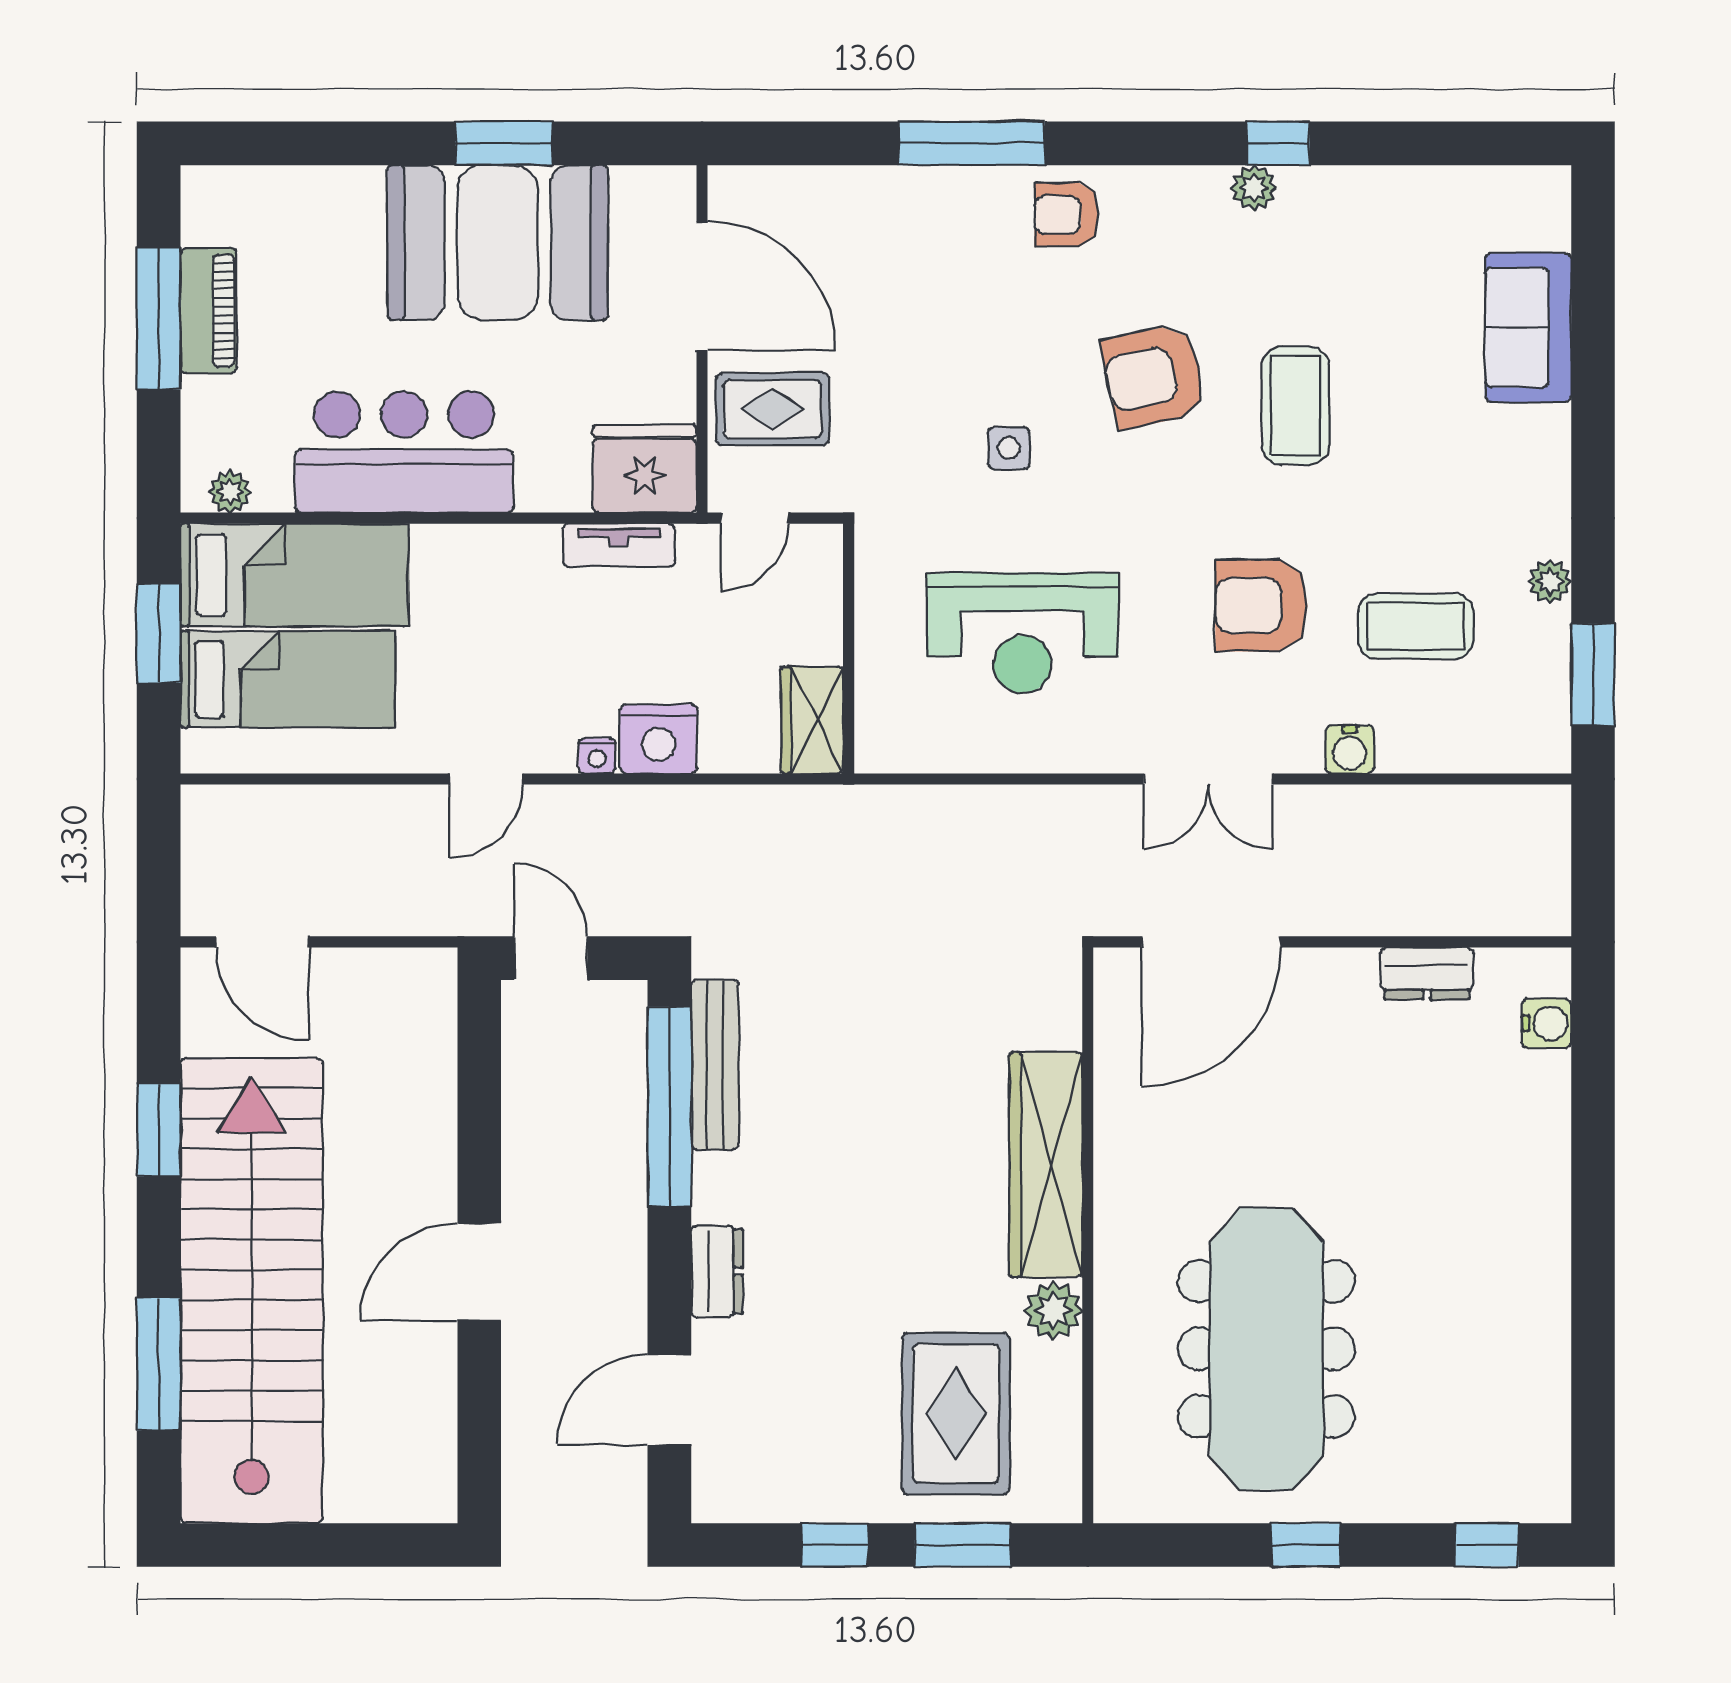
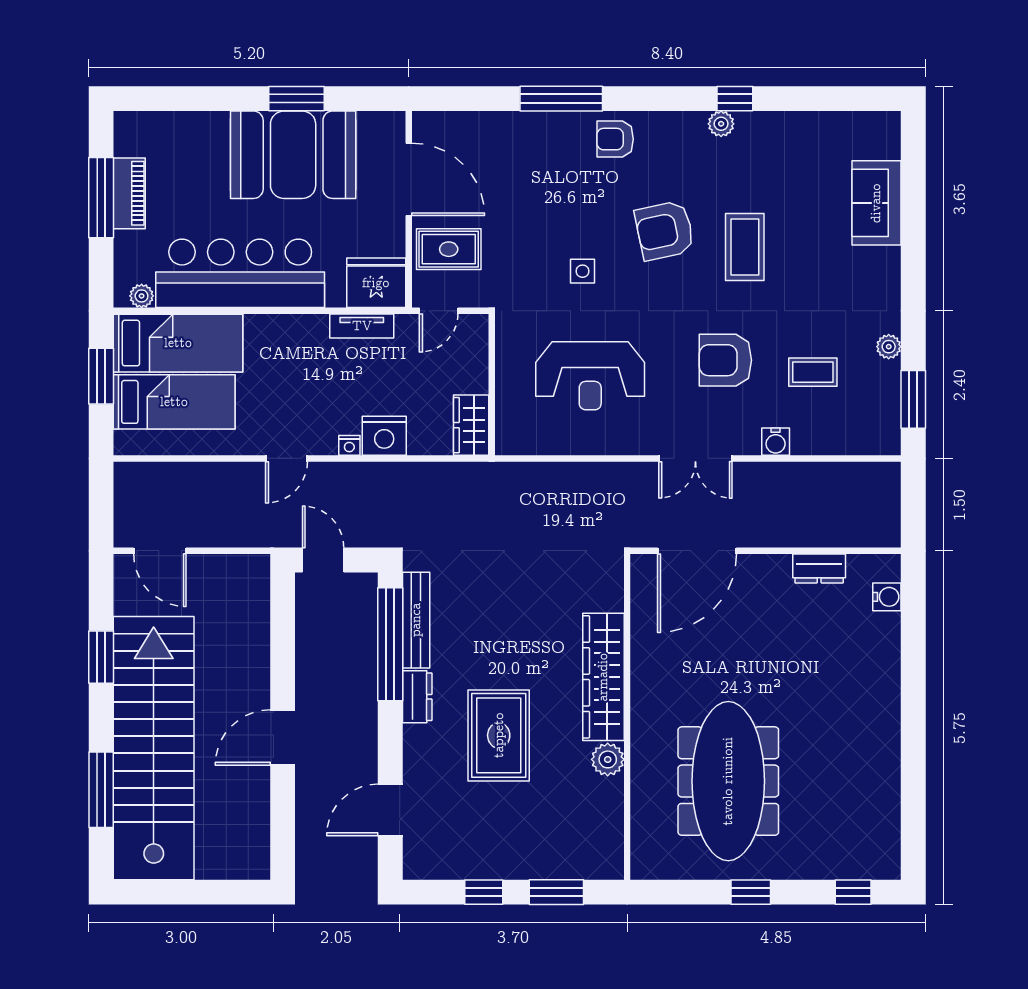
bar counter: (404, 452) -> (240, 273), width x1.36
coffee table: (1416, 626) -> (813, 372), width x0.73, depth x0.77
dresser: (717, 1271) -> (417, 697), moved
rug: (956, 1414) -> (499, 735), moved

